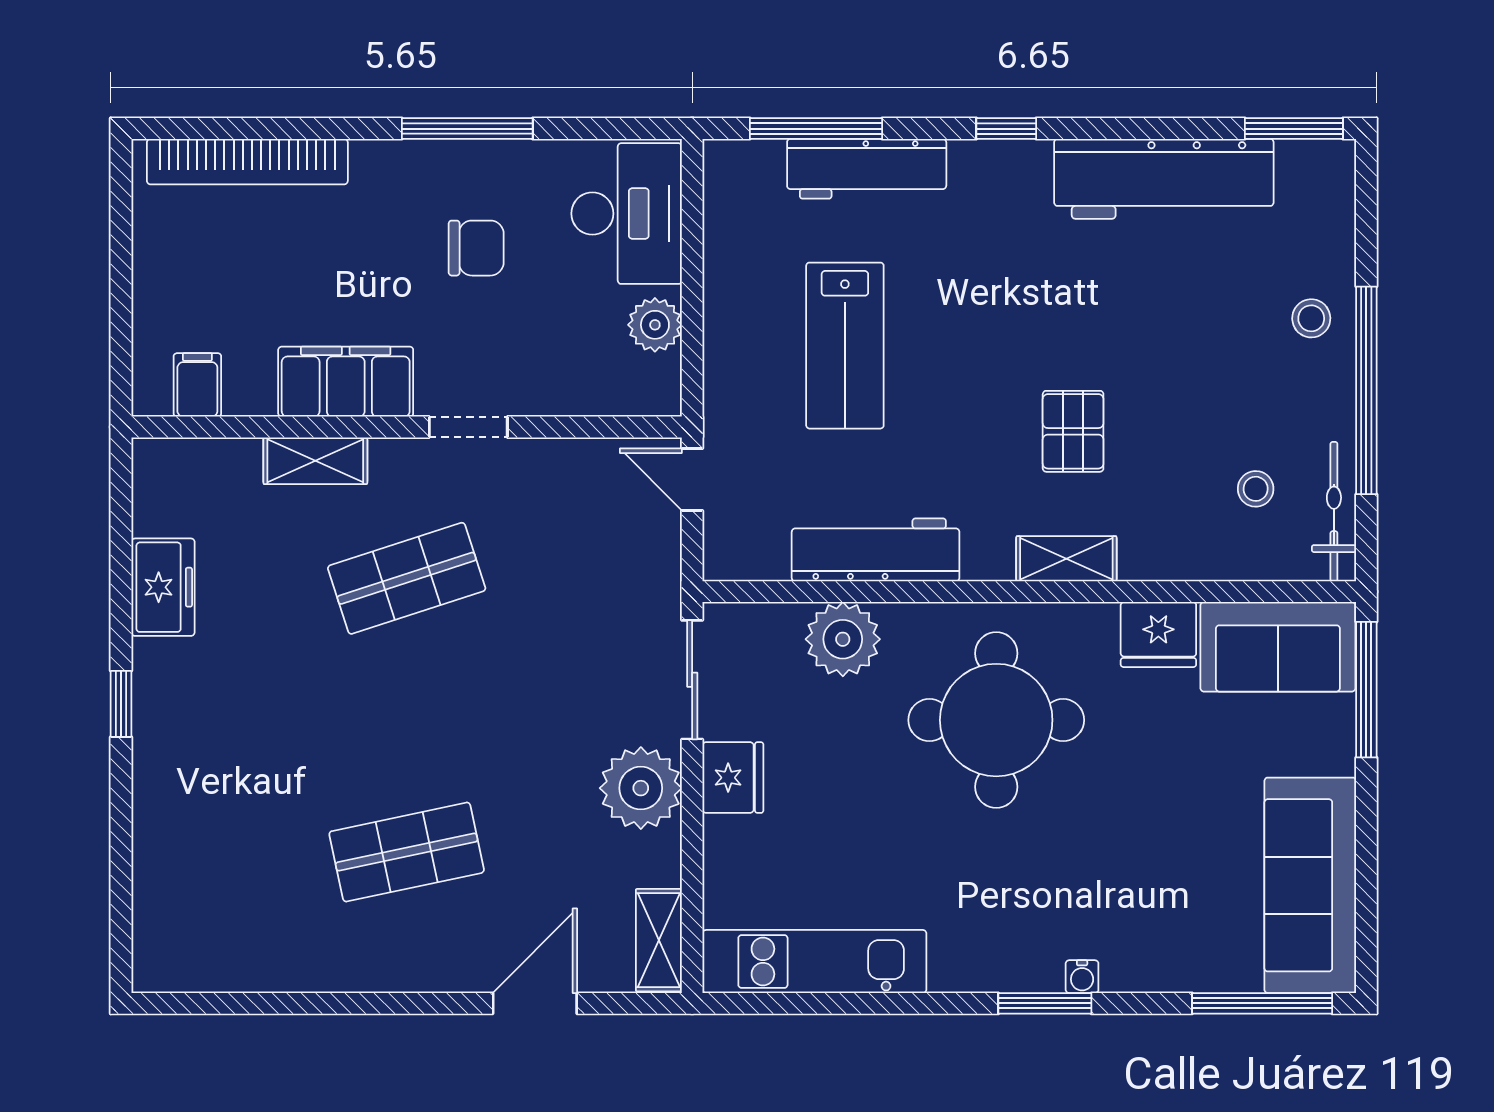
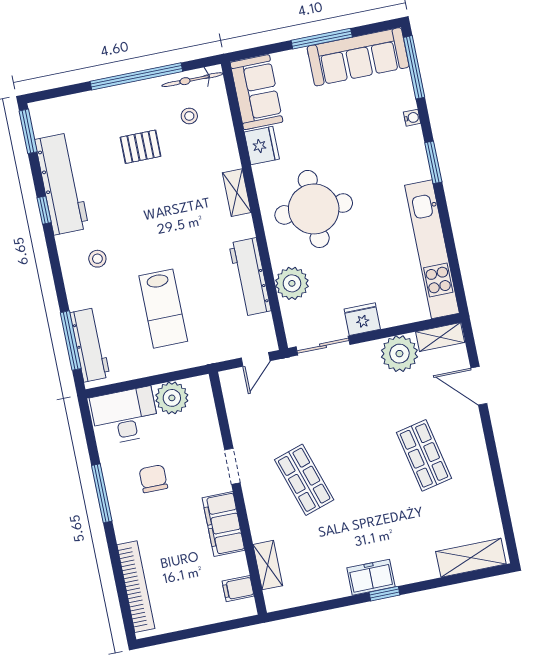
window: (1006, 129) -> (44, 210), moved
workbench: (867, 169) -> (90, 345), moved
stool: (1311, 318) -> (97, 259), moved
plant: (655, 325) -> (172, 398), width x1.36, depth x1.36
lab bench: (845, 346) -> (163, 309), turned 90
pallet: (1073, 431) -> (141, 147), moved
shelving: (315, 461) -> (268, 565), moved
door: (692, 479) -> (256, 359), moved
freezer: (163, 587) -> (371, 577), moved
window: (1366, 690) -> (322, 39), moved
plant: (641, 788) -> (399, 354), moved
shelving: (161, 909) -> (471, 558), added
kitchen unit: (814, 962) -> (432, 249), width x1.36
water cooler: (1082, 977) -> (412, 118), moved

